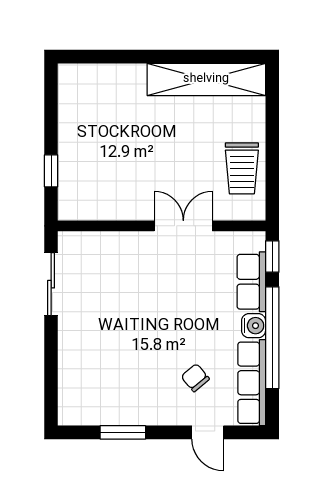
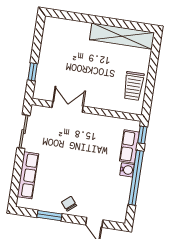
double door: (183, 226) -> (68, 107), moved
chair: (195, 378) -> (69, 204), moved
row of seats: (252, 383) -> (28, 175), moved, turned 180

